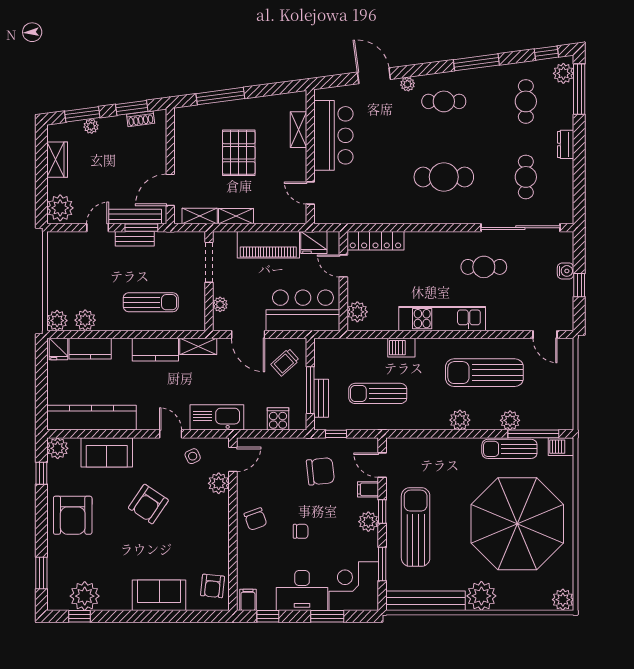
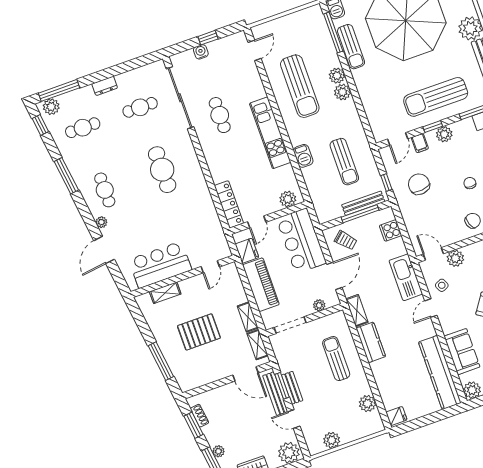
plant: (57, 321) -> (332, 440), moved
kitchen counter: (90, 349) -> (388, 392), removed
bench: (321, 398) -> (363, 203), width x1.36
plant: (510, 420) -> (337, 76), moved

